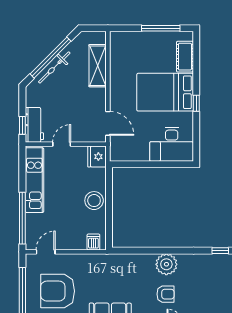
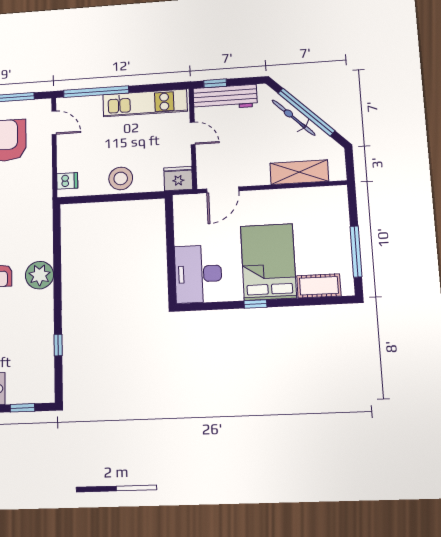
workbench: (34, 125) -> (225, 97), width x1.37

